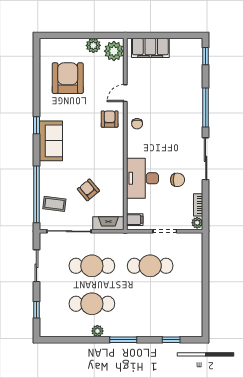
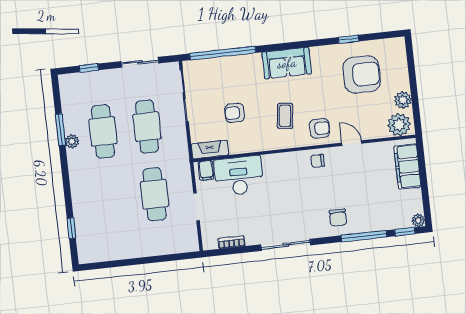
window: (206, 107) -> (364, 236), moved
window: (36, 125) -> (349, 39), moved
desk: (142, 178) -> (239, 176), moved
chair: (178, 180) -> (338, 217), moved
armchair: (88, 190) -> (235, 113), turned -140
coffee table: (54, 204) -> (285, 116), moved
fireplace: (108, 223) -> (210, 149), moved, turned -90
plant: (197, 223) -> (418, 220), moved
window: (123, 340) -> (60, 130), moved

